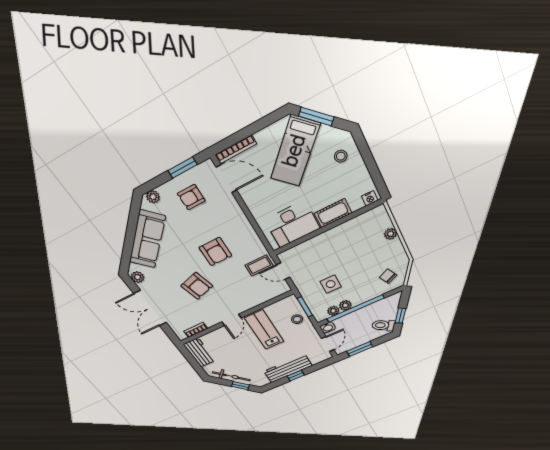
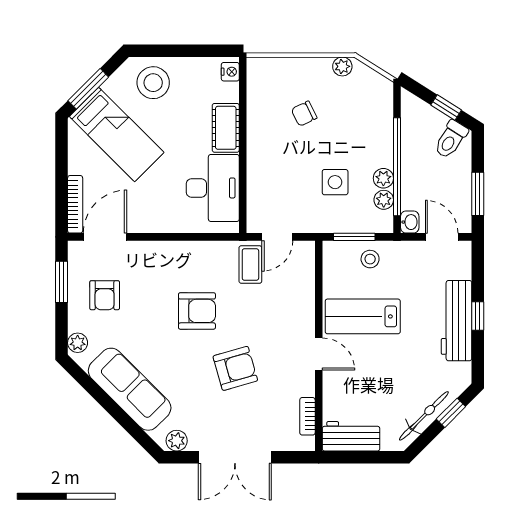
stool: (341, 156) -> (153, 83), width x1.89, depth x1.89
plant: (391, 234) -> (342, 66), moved
chair: (388, 276) -> (304, 114), moved

